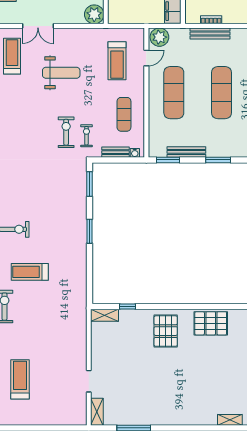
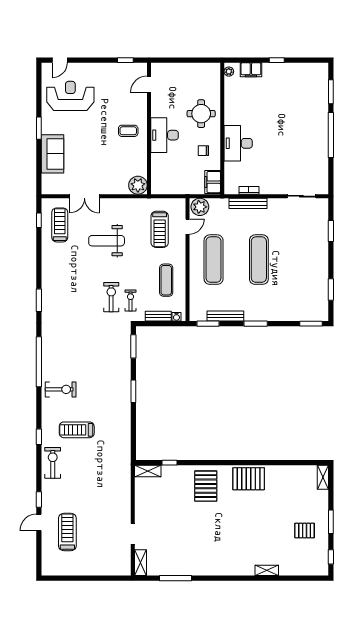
weight bench: (61, 73) -> (107, 241), turned 180

